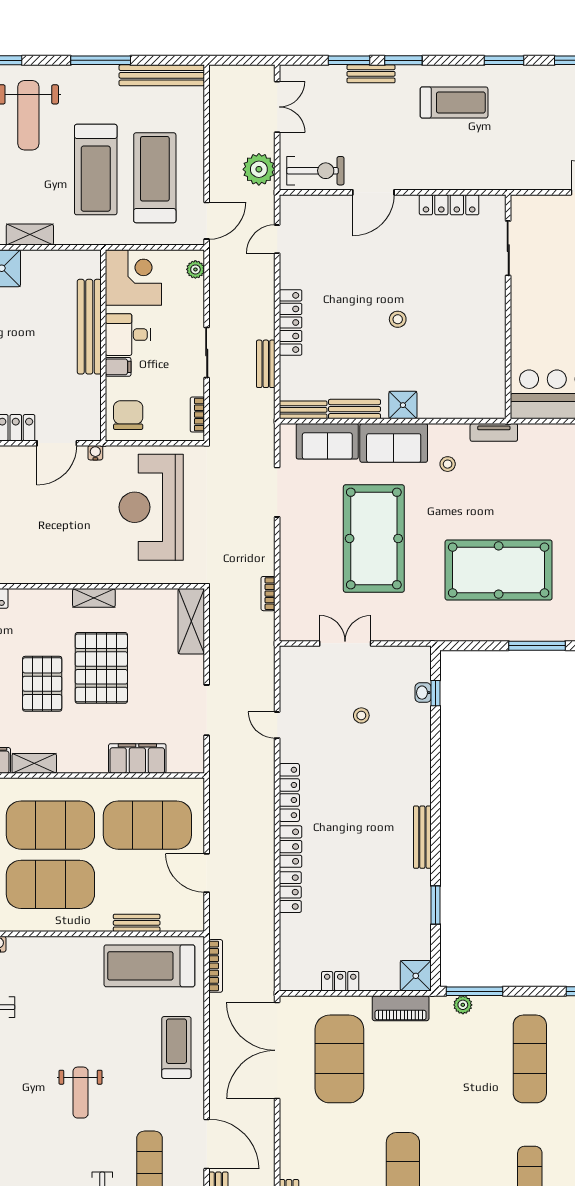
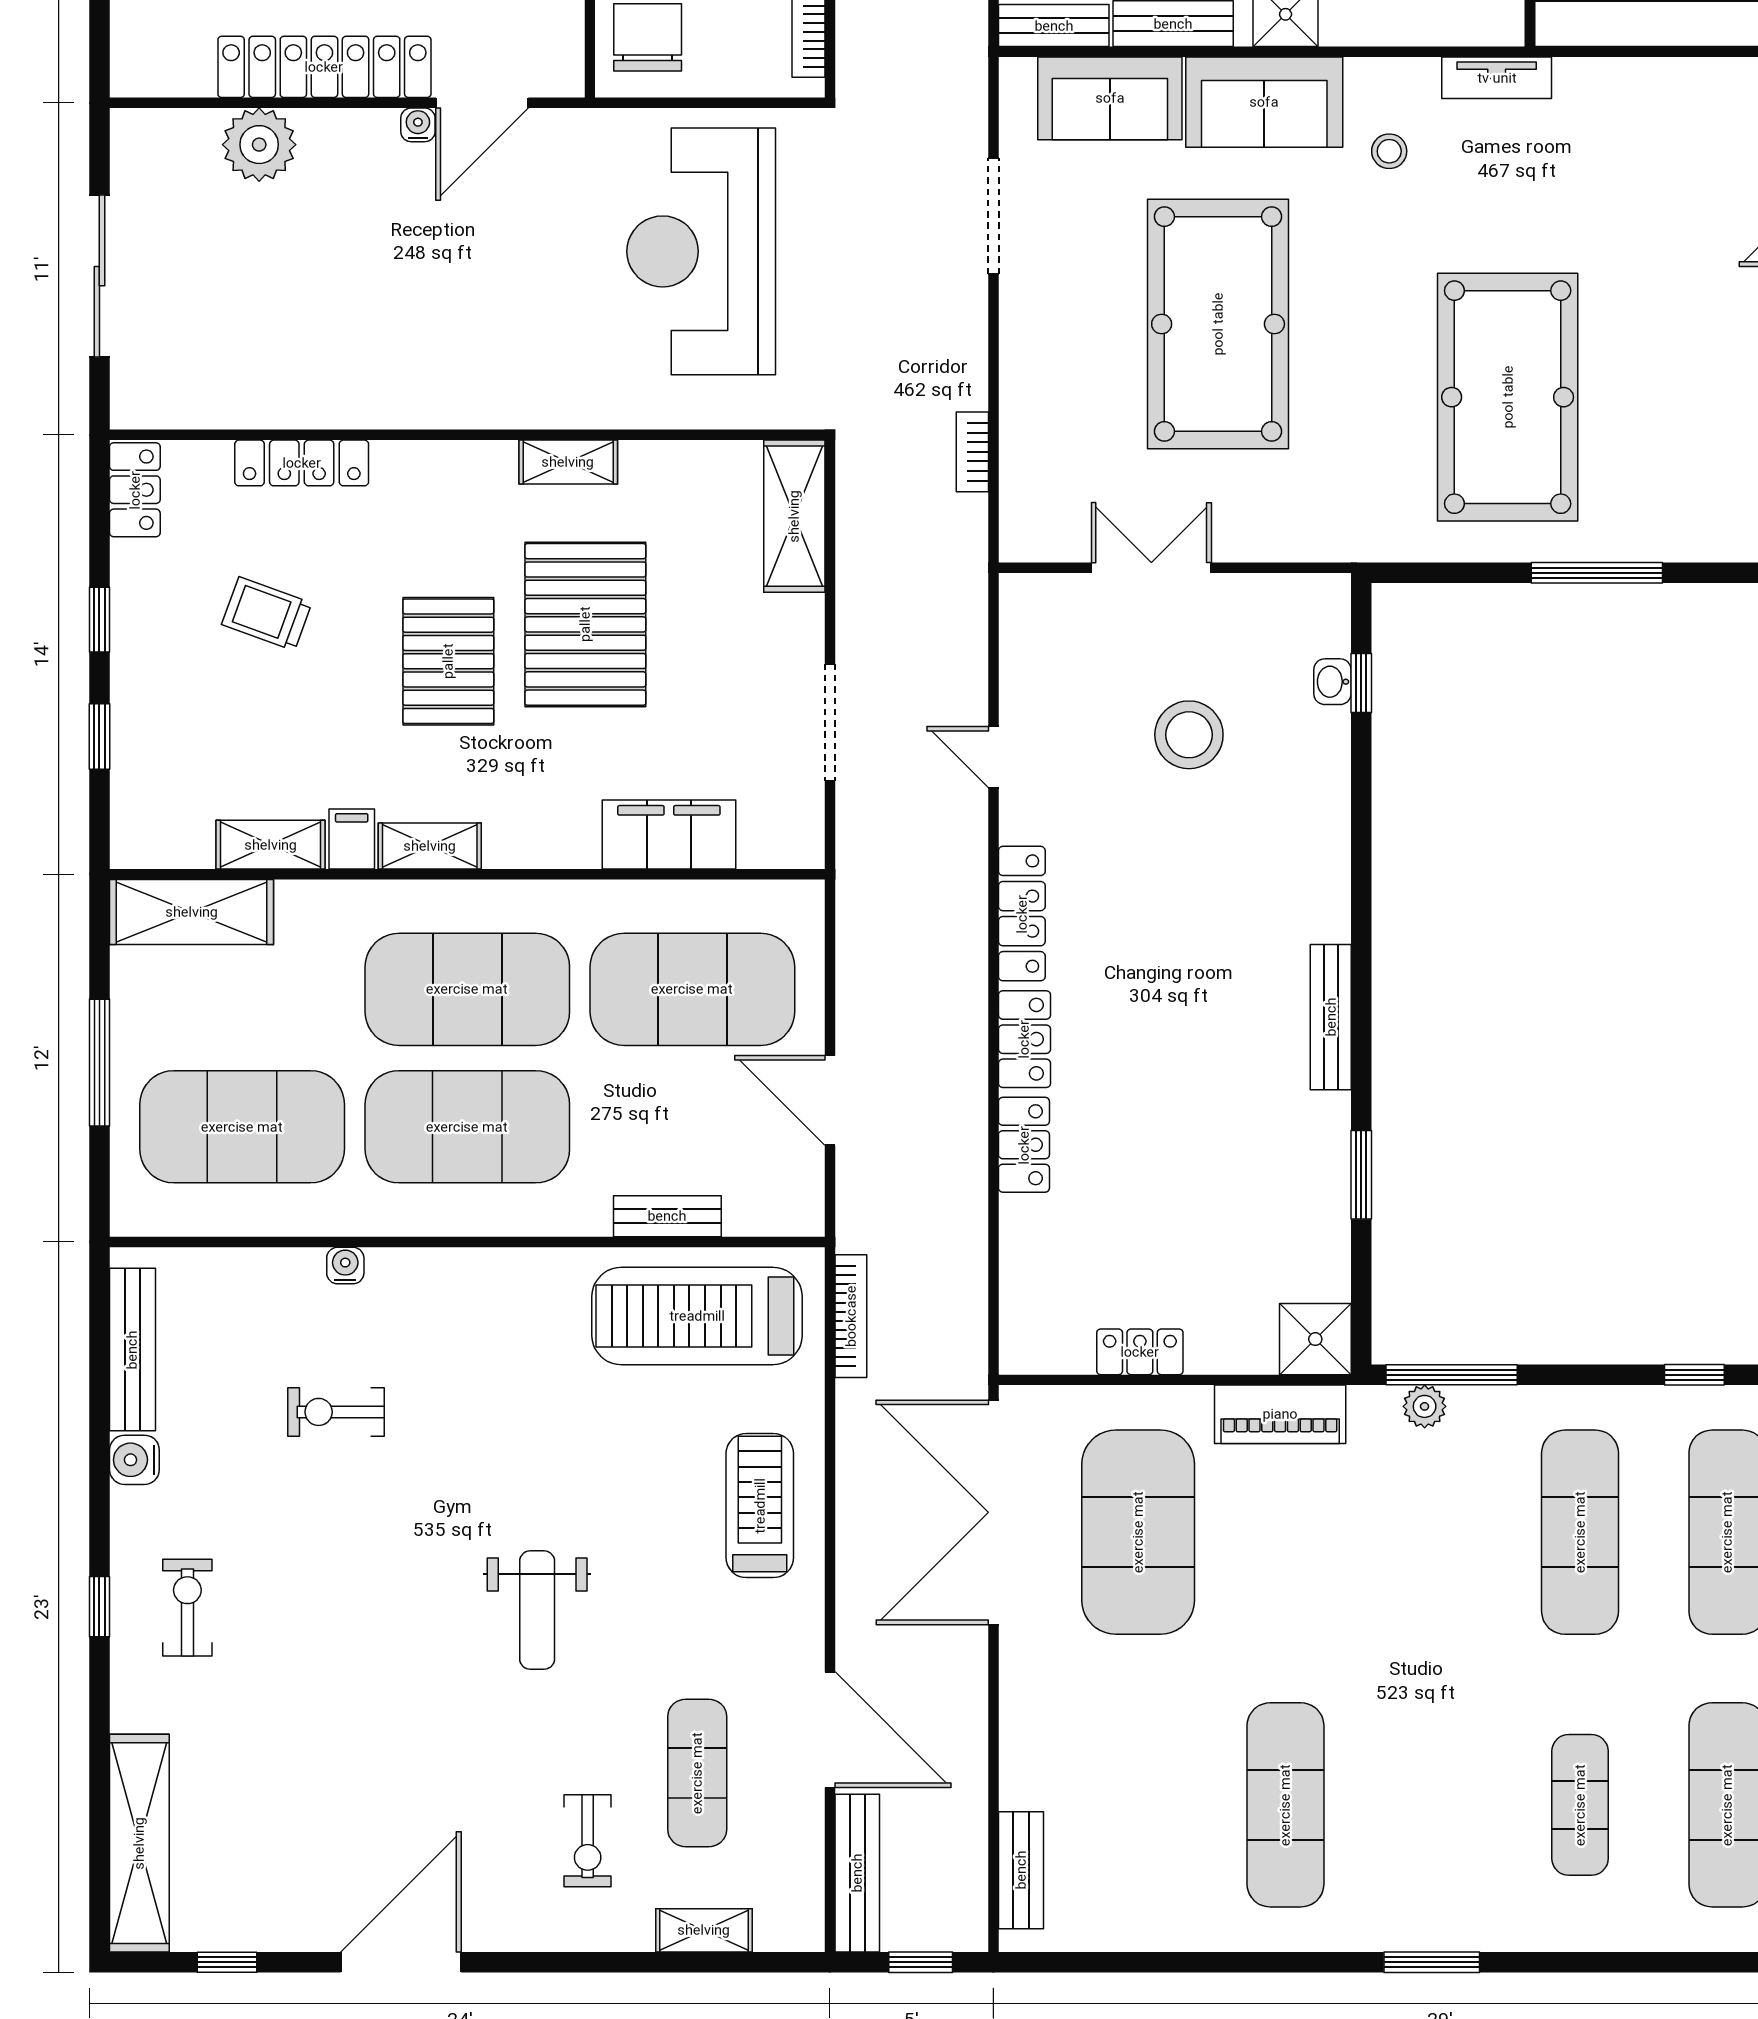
water cooler: (95, 453) -> (418, 125), moved
pool table: (499, 570) -> (1508, 397), turned 90
stool: (361, 715) -> (1189, 735), width x1.89, depth x1.89

